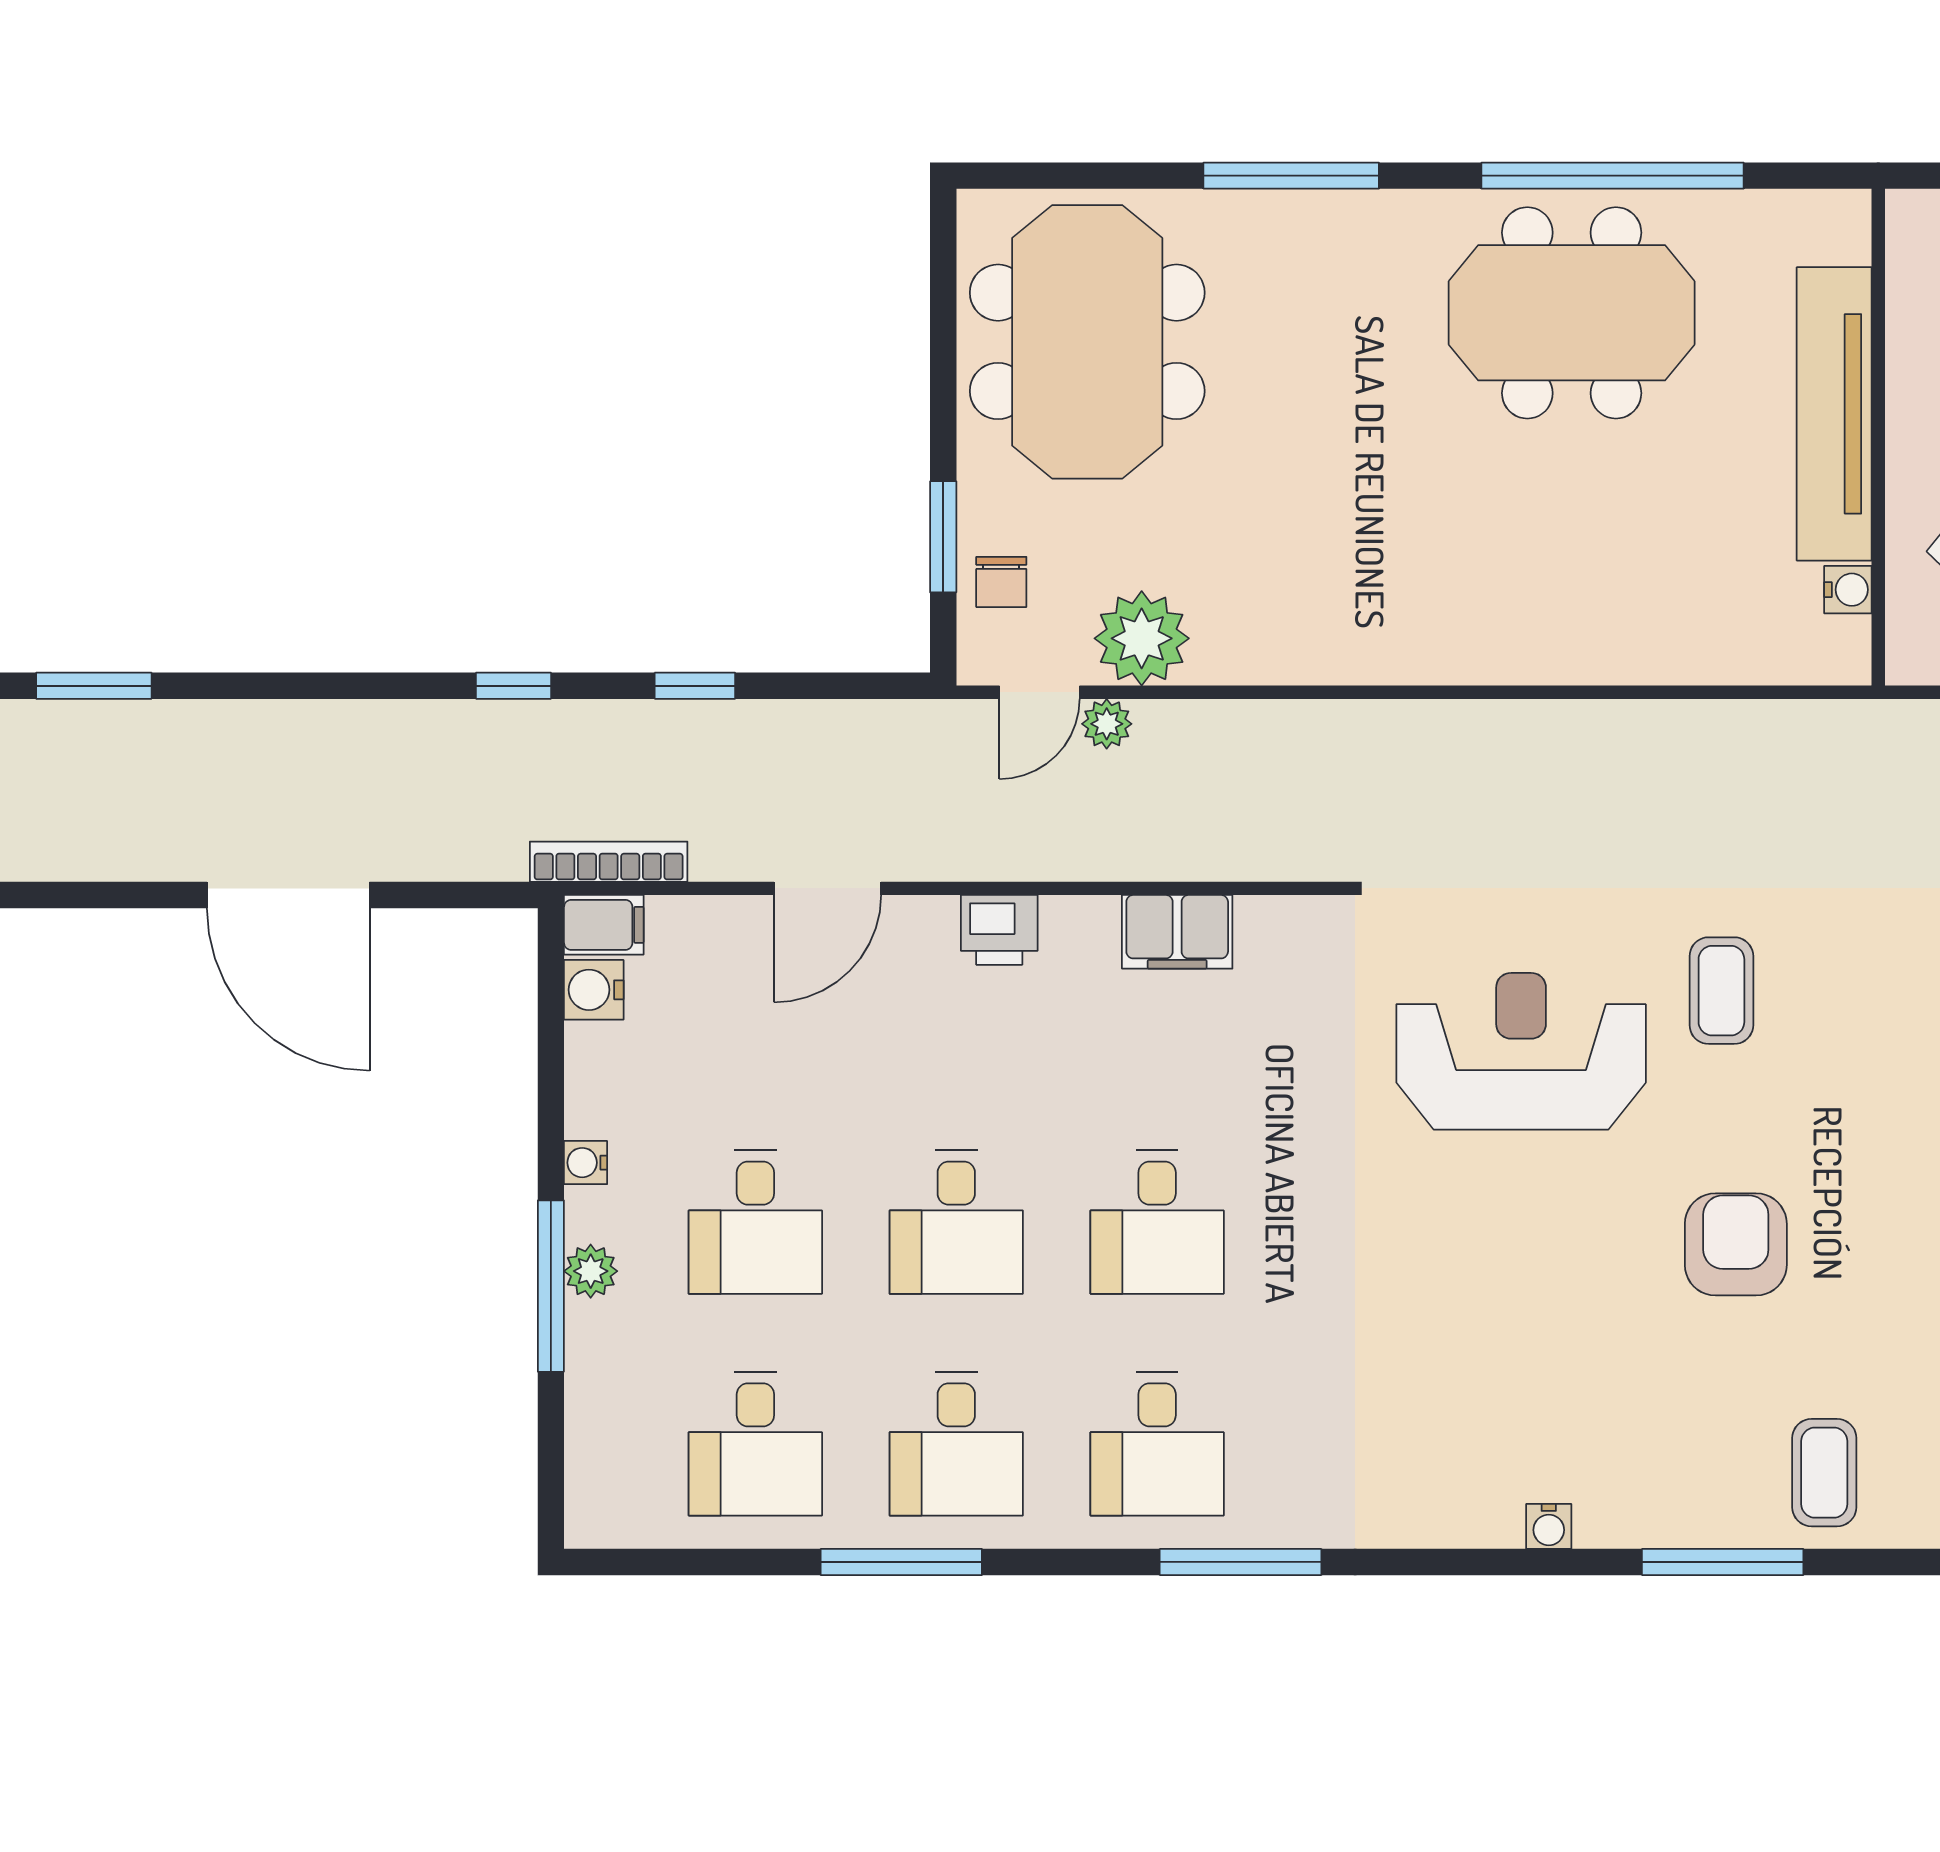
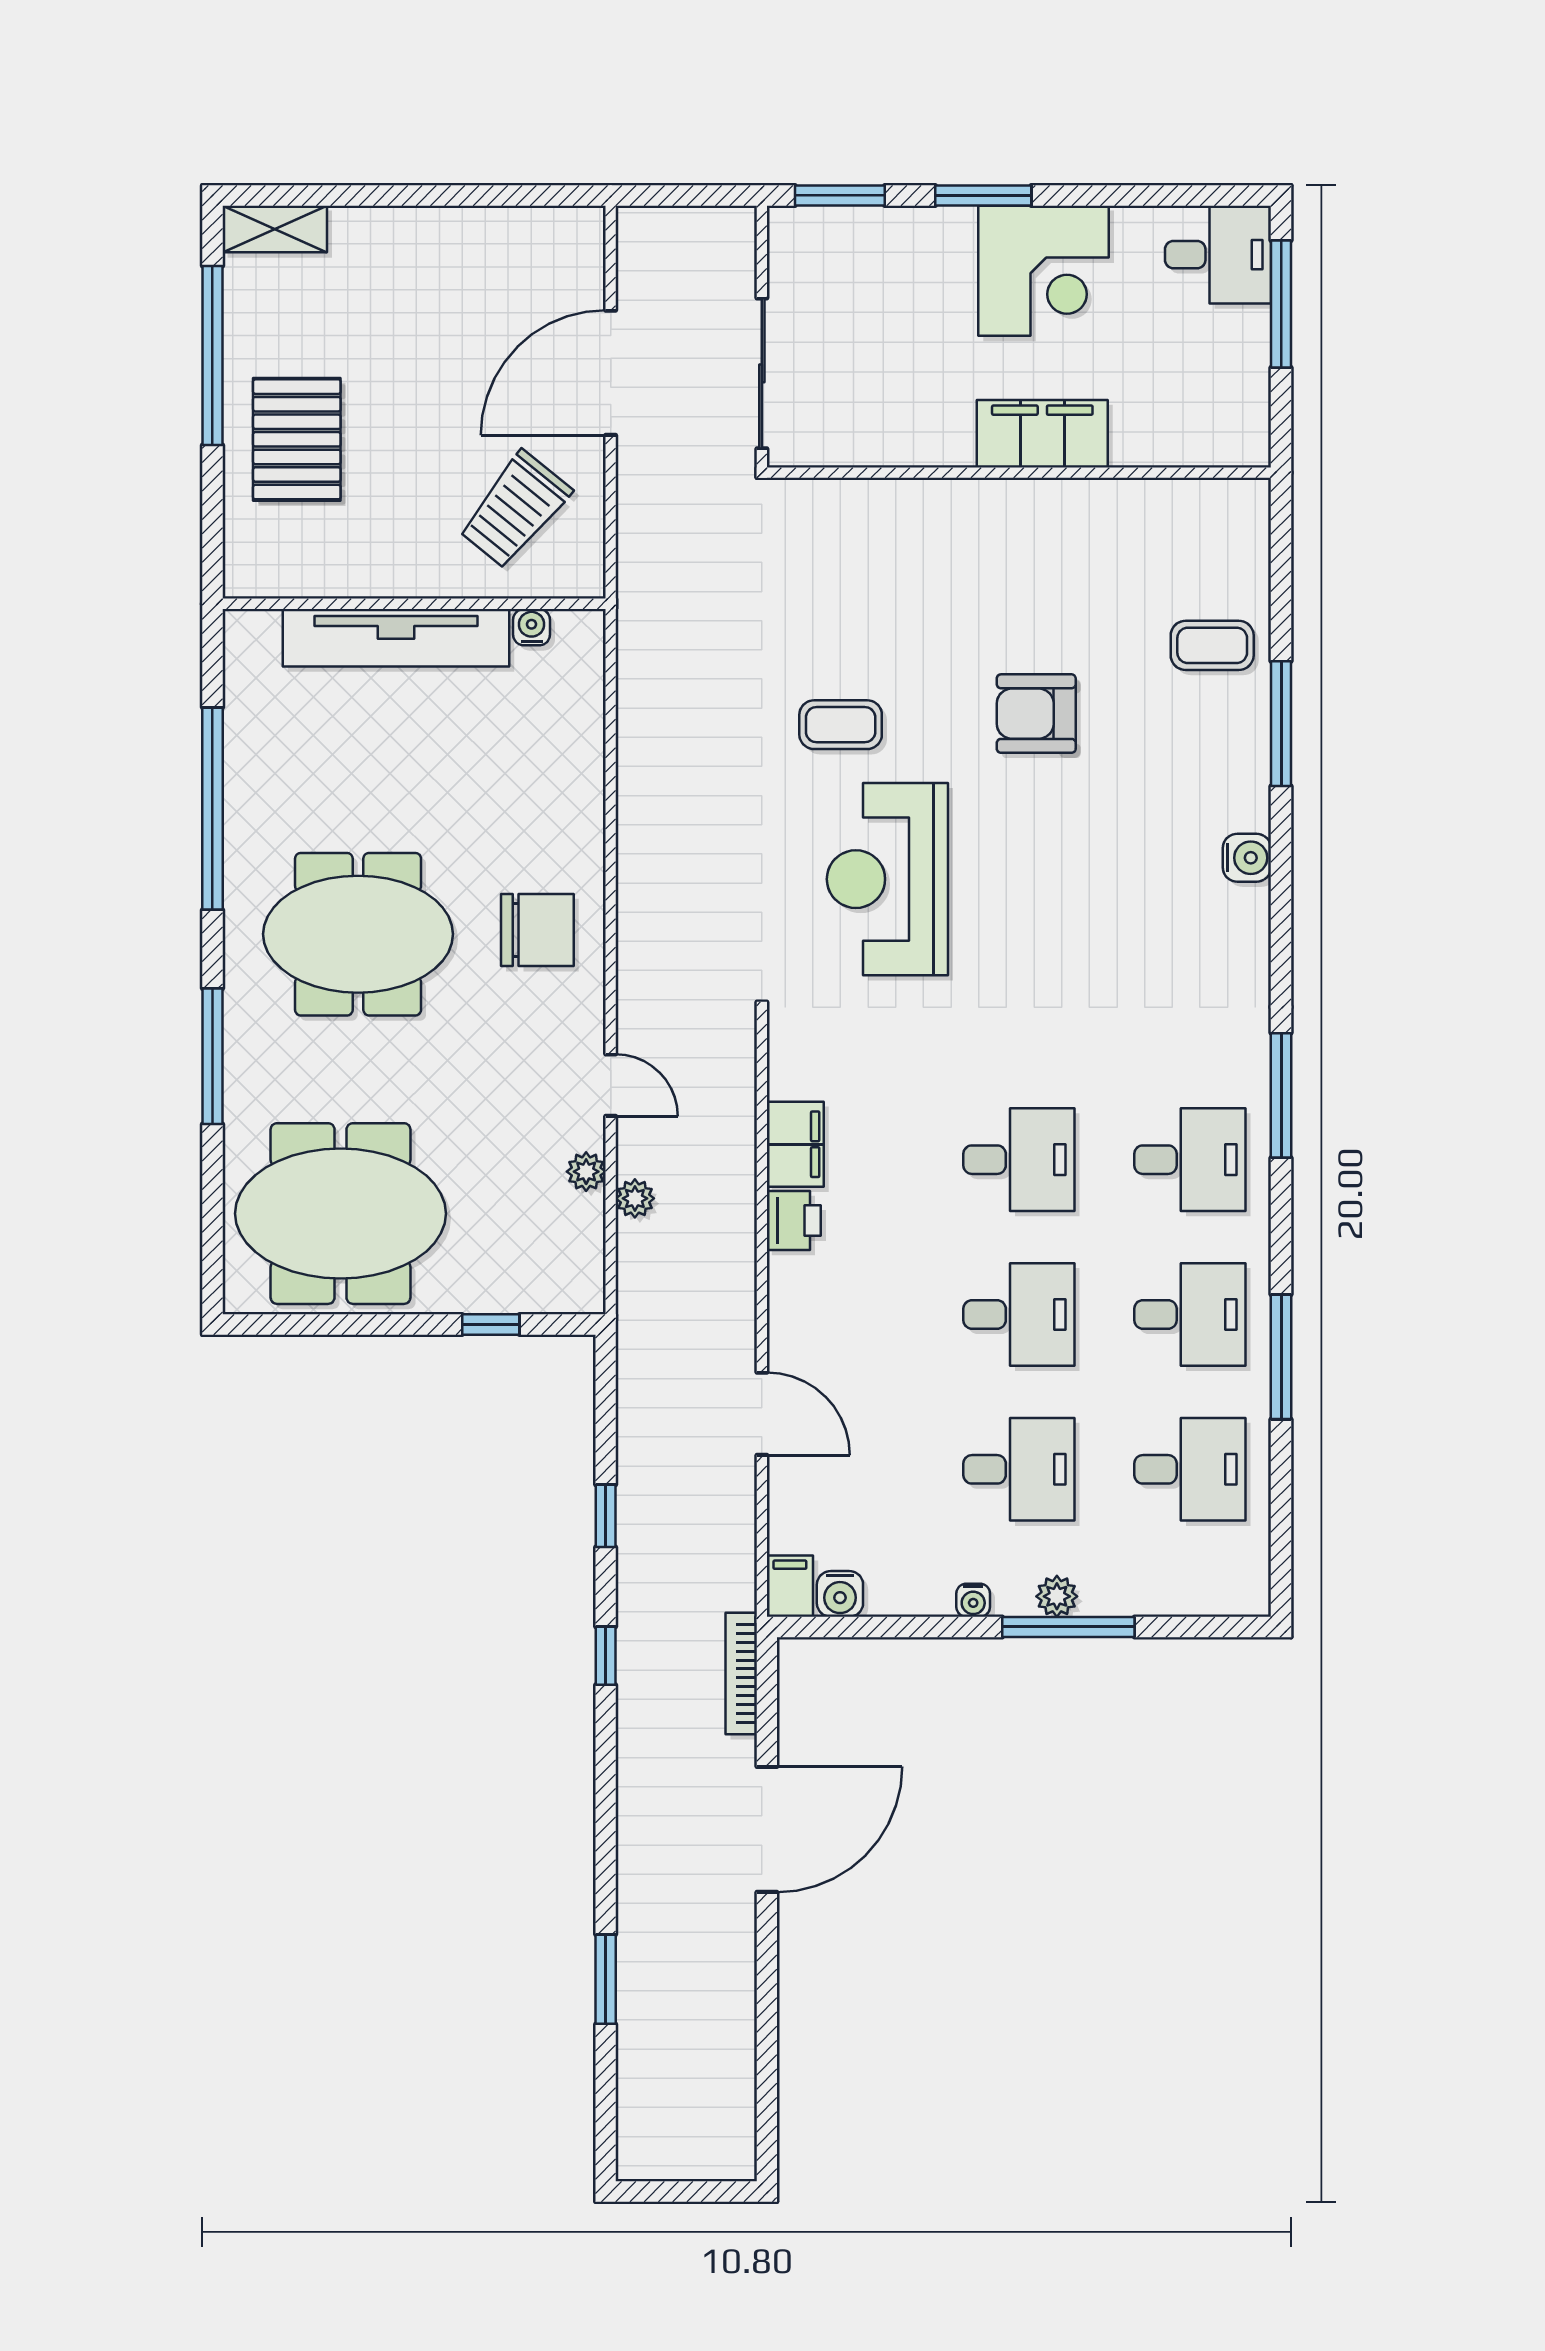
meeting table: (1572, 313) -> (358, 934), moved, turned 90
window: (943, 537) -> (491, 1325), width x0.67
chair: (1001, 582) -> (537, 930), moved, width x1.87, depth x1.87
plant: (1142, 638) -> (586, 1172), width x0.53, depth x0.53
door: (1039, 692) -> (611, 1085), moved
bookcase: (609, 862) -> (741, 1673), moved
printer: (999, 930) -> (794, 1220), moved
water cooler: (1549, 1526) -> (1247, 858), width x1.38, depth x1.38

